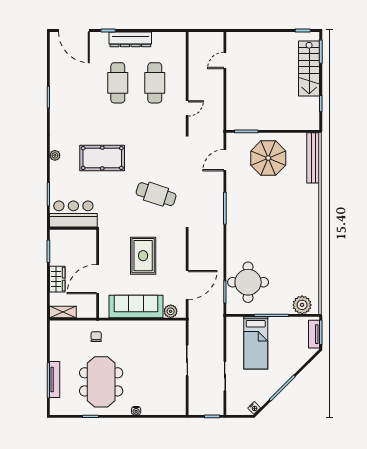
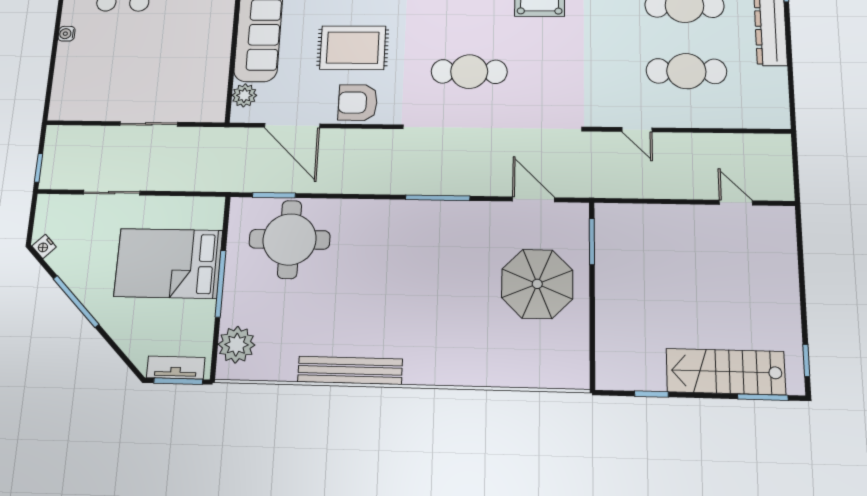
bench: (313, 158) -> (350, 370), moved
cafe table: (156, 194) -> (469, 72), turned 72
armchair: (174, 251) -> (358, 103), added
bed: (256, 343) -> (168, 263), width x1.50

